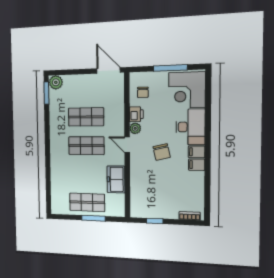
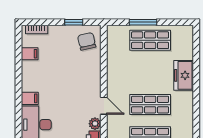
chair: (162, 152) -> (87, 41), moved
filing cabinet: (197, 165) -> (30, 54), moved
freezer: (116, 179) -> (184, 75), moved, turned 180

